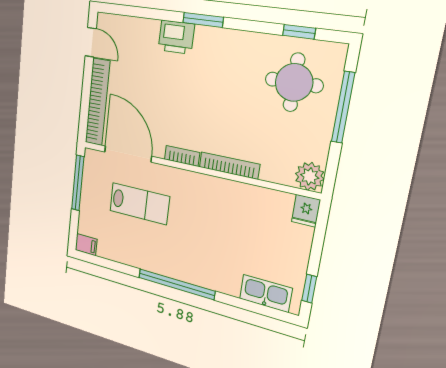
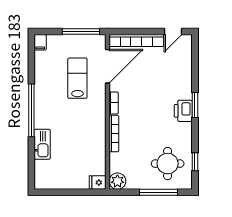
printer: (176, 37) -> (183, 111), moved
lab bench: (139, 204) -> (77, 78), turned 180
window: (309, 289) -> (53, 192), removed
kitchen sink: (266, 293) -> (42, 144), moved

